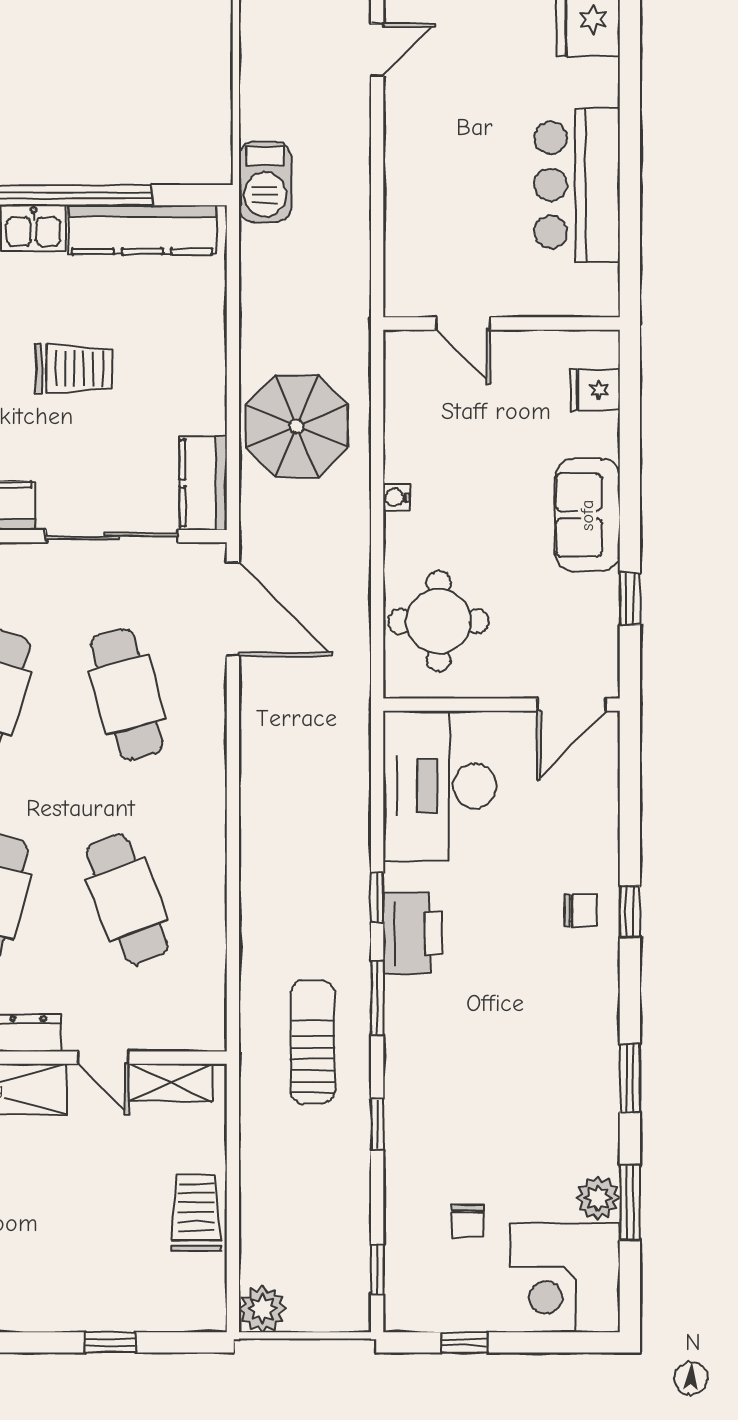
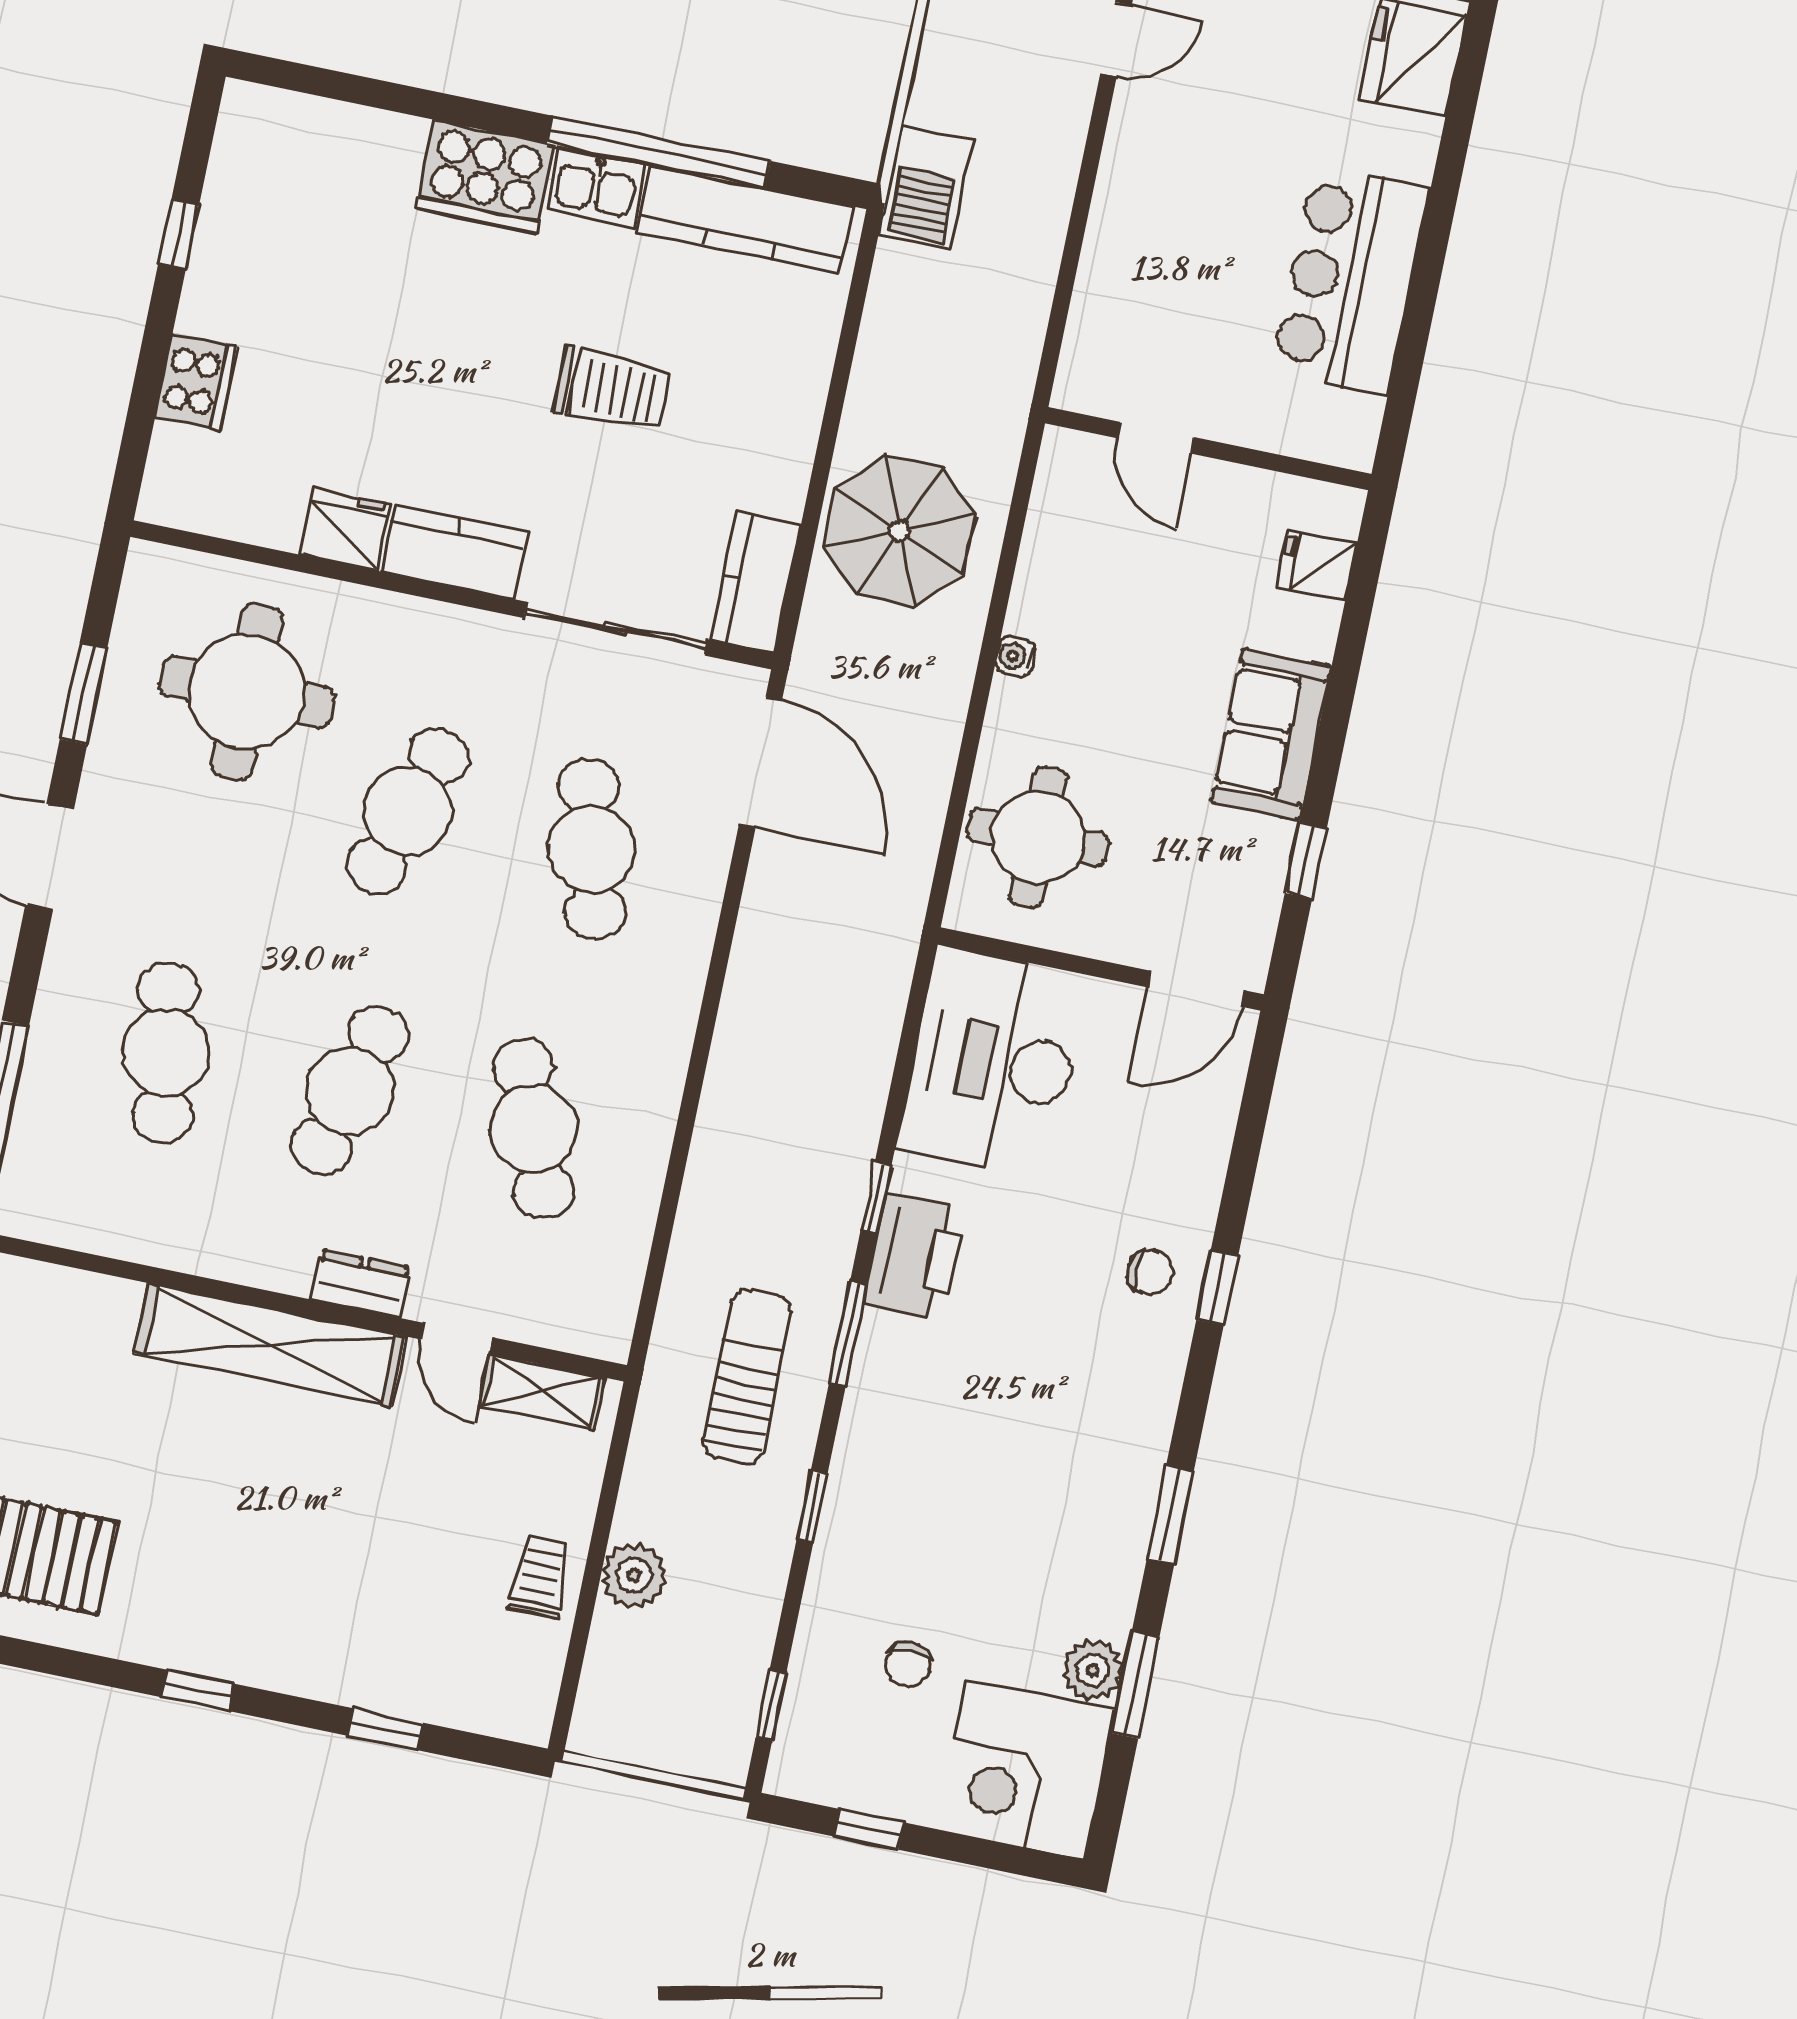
trolley: (196, 1213) -> (540, 1577), width x0.73, depth x0.72
plant: (262, 1309) -> (634, 1575), moved

